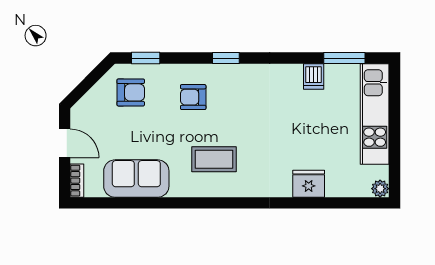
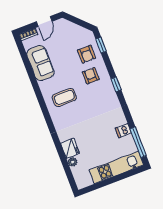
window: (344, 58) -> (138, 142), width x1.44
armchair: (131, 92) -> (87, 54), moved
coffee table: (214, 159) -> (64, 97), turned 90
plant: (380, 189) -> (73, 162), moved

